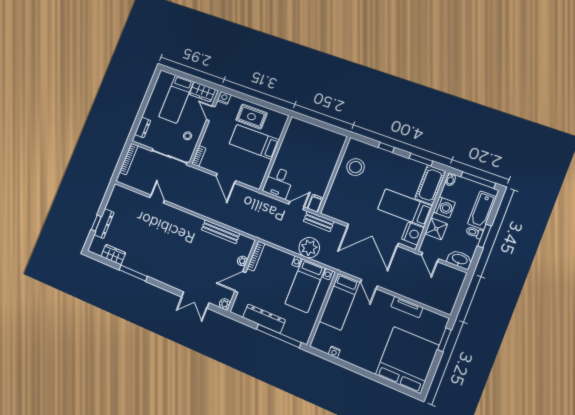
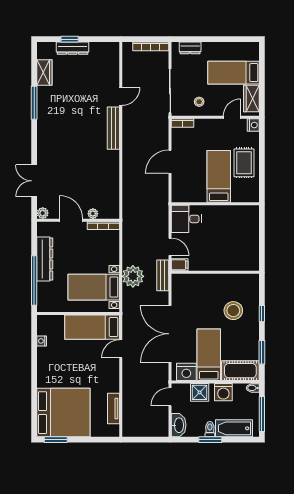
stool: (356, 167) -> (233, 311), moved
bench: (221, 232) -> (113, 128), moved
tv unit: (407, 307) -> (113, 409), moved
window: (444, 340) -> (56, 440), moved

